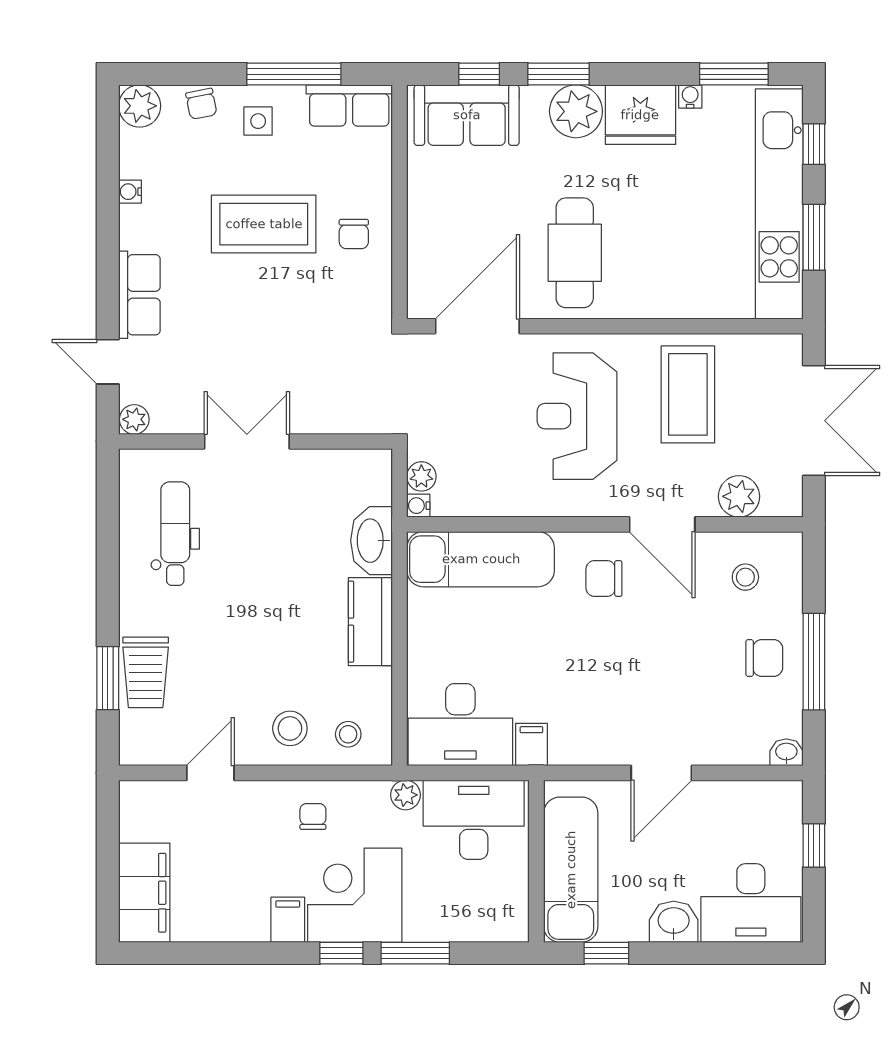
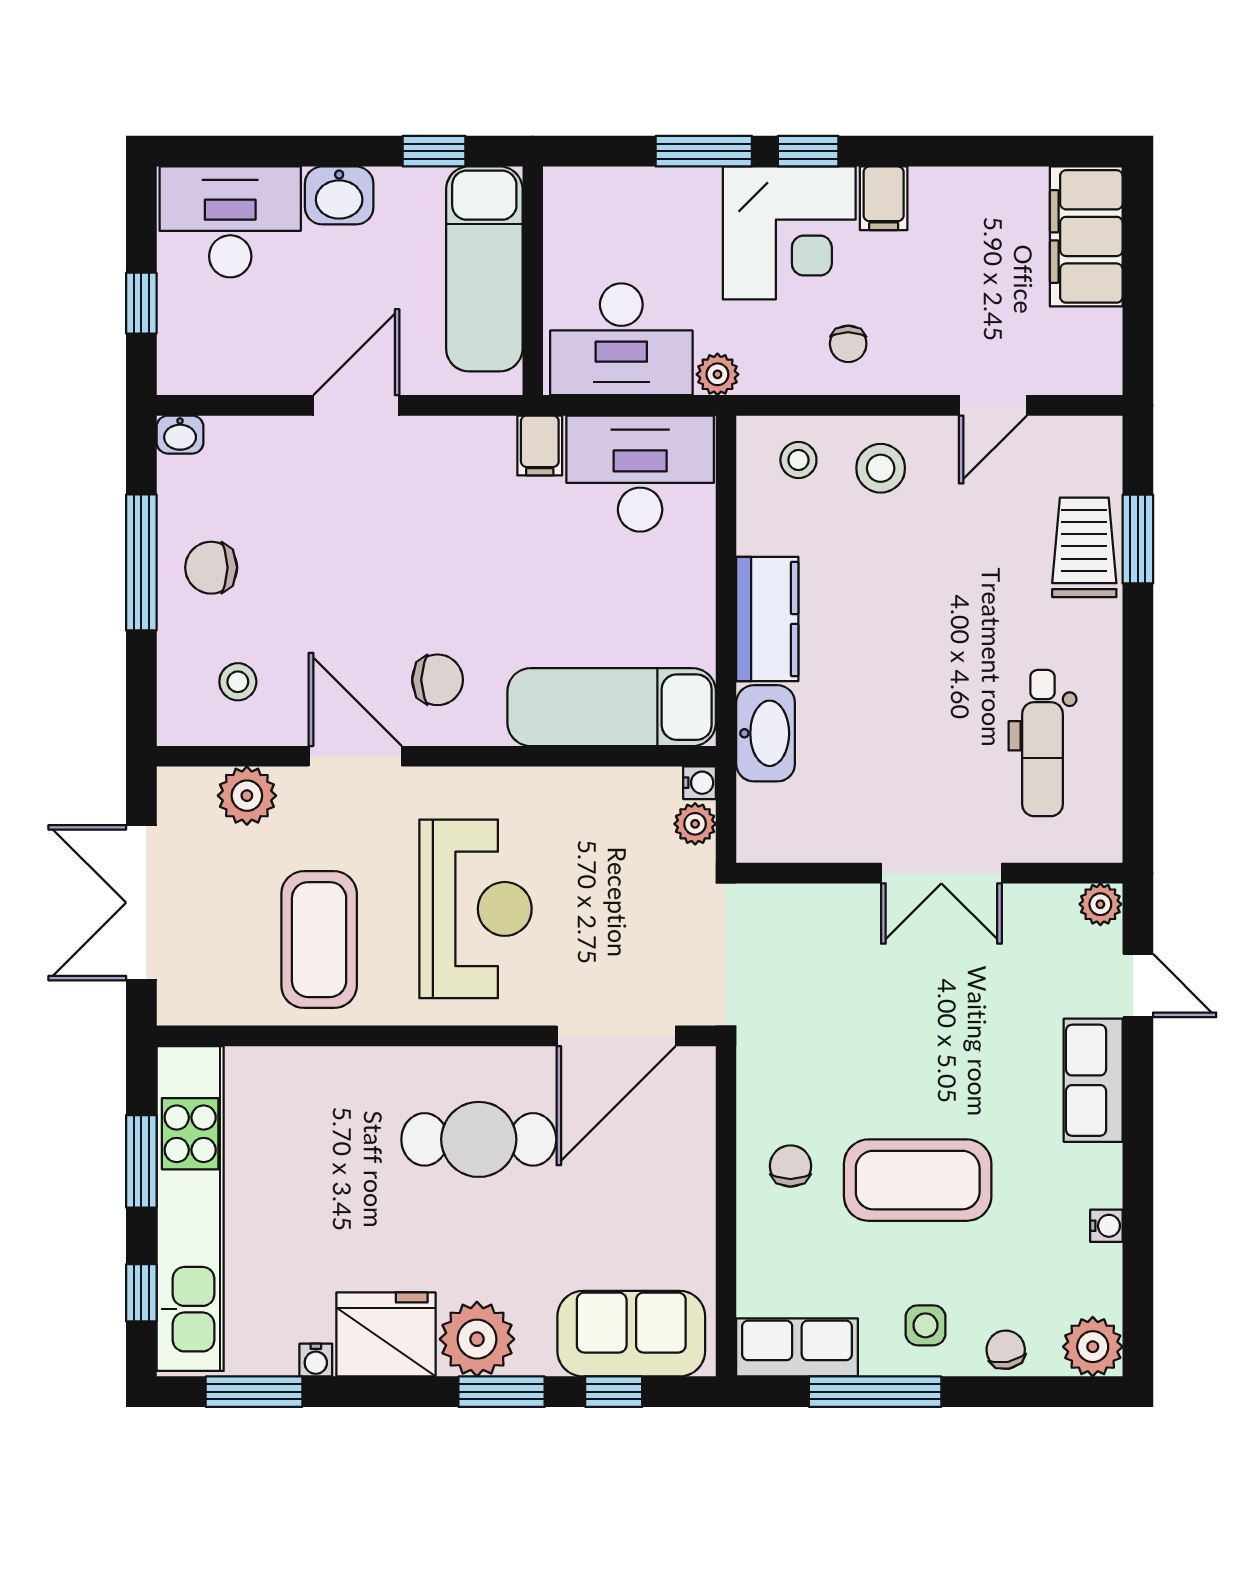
cafe table: (575, 253) -> (479, 1139), turned 90

